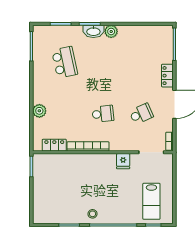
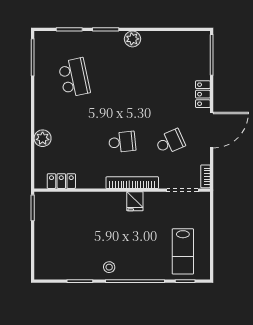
washbasin: (93, 31) -> (110, 39), removed
bookcase: (88, 146) -> (132, 183), moved
fridge: (123, 161) -> (135, 201), moved

